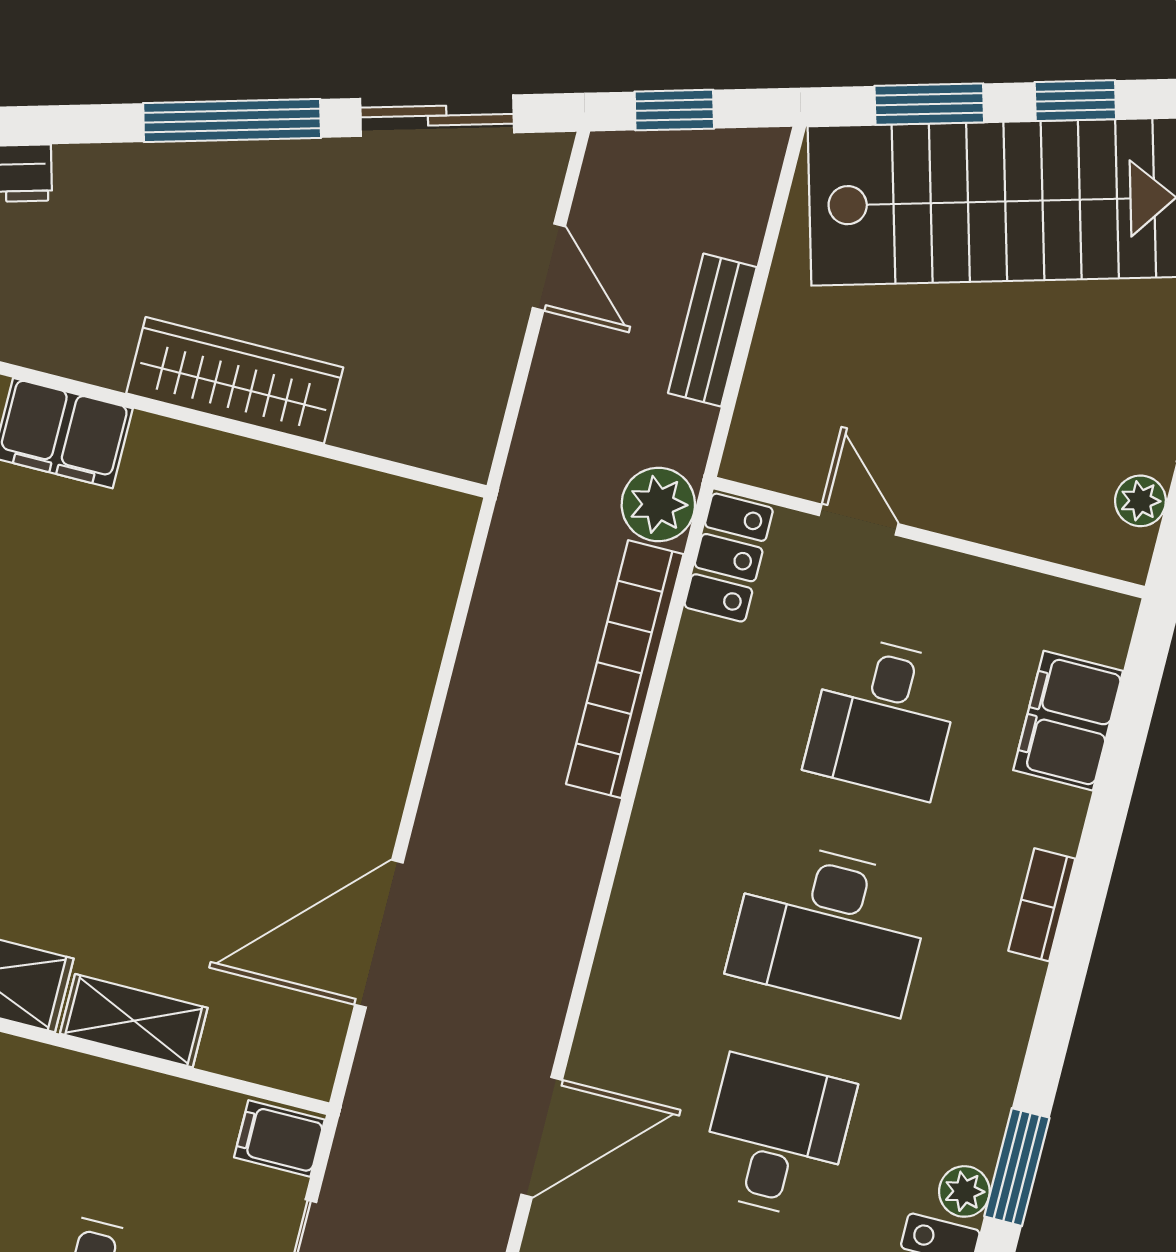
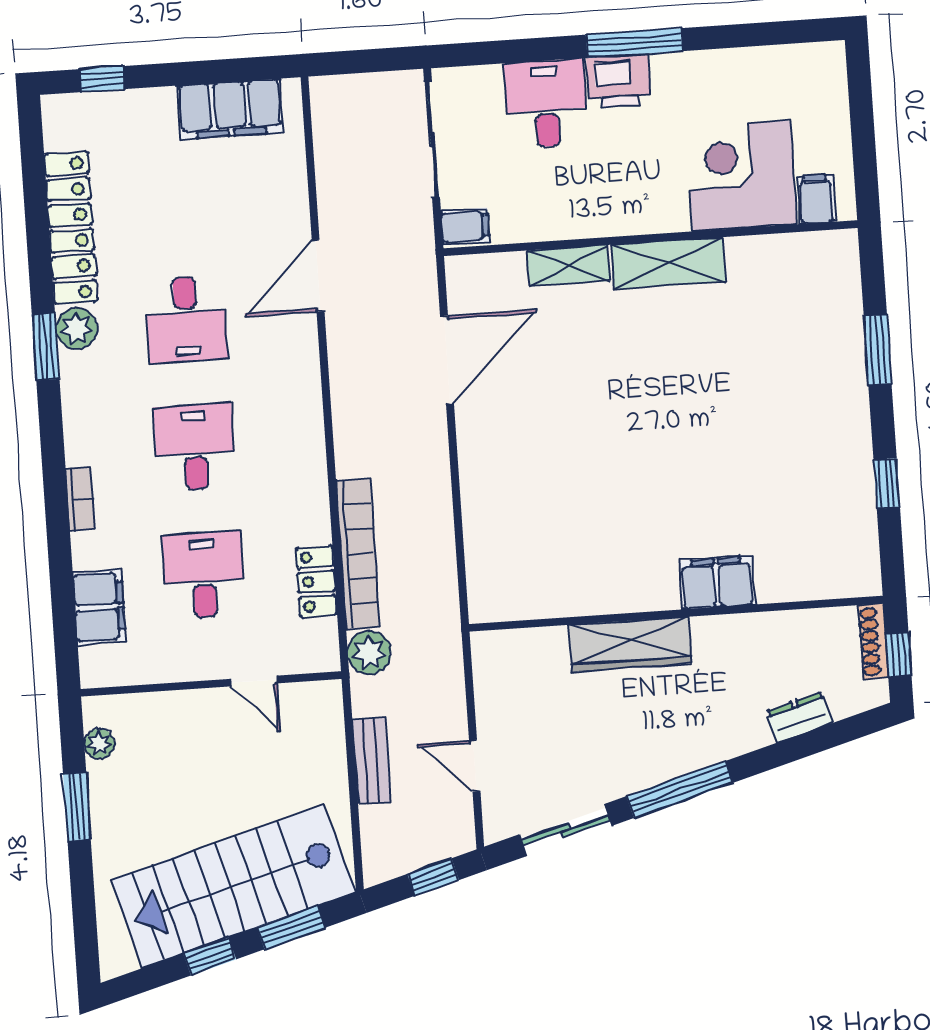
locker: (729, 558) -> (316, 582), moved
desk: (830, 927) -> (195, 447), width x0.73
plant: (964, 1191) -> (77, 328), width x1.38, depth x1.38

